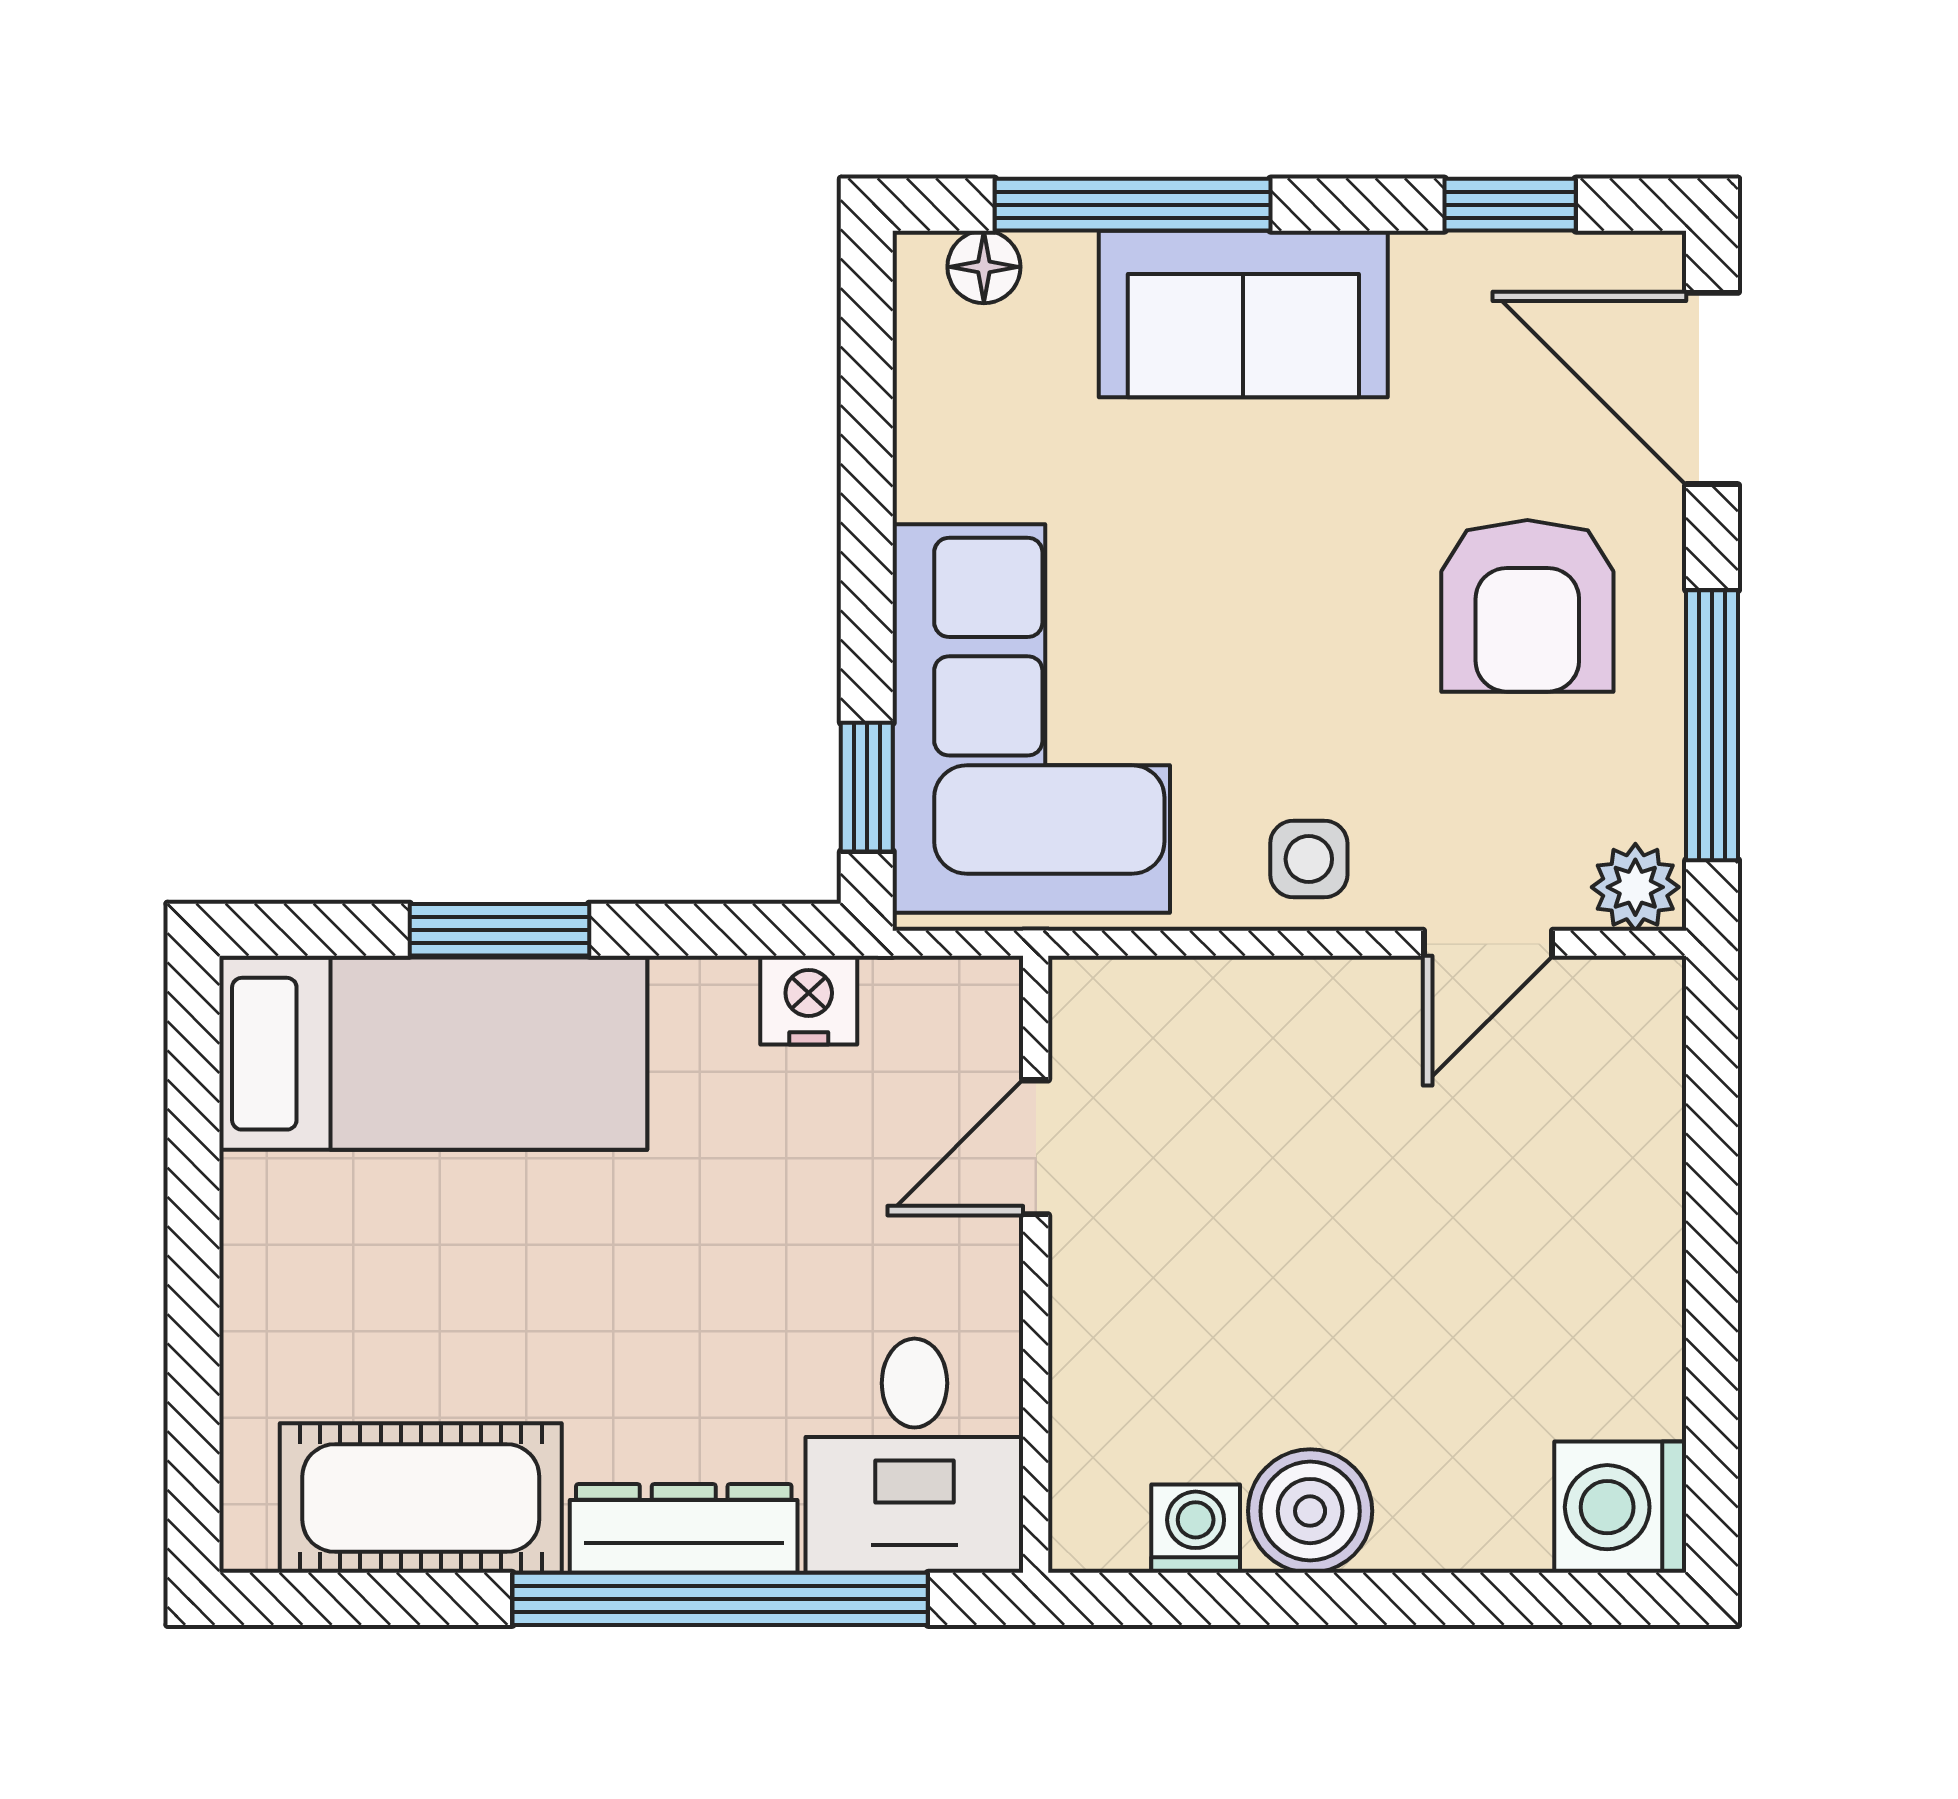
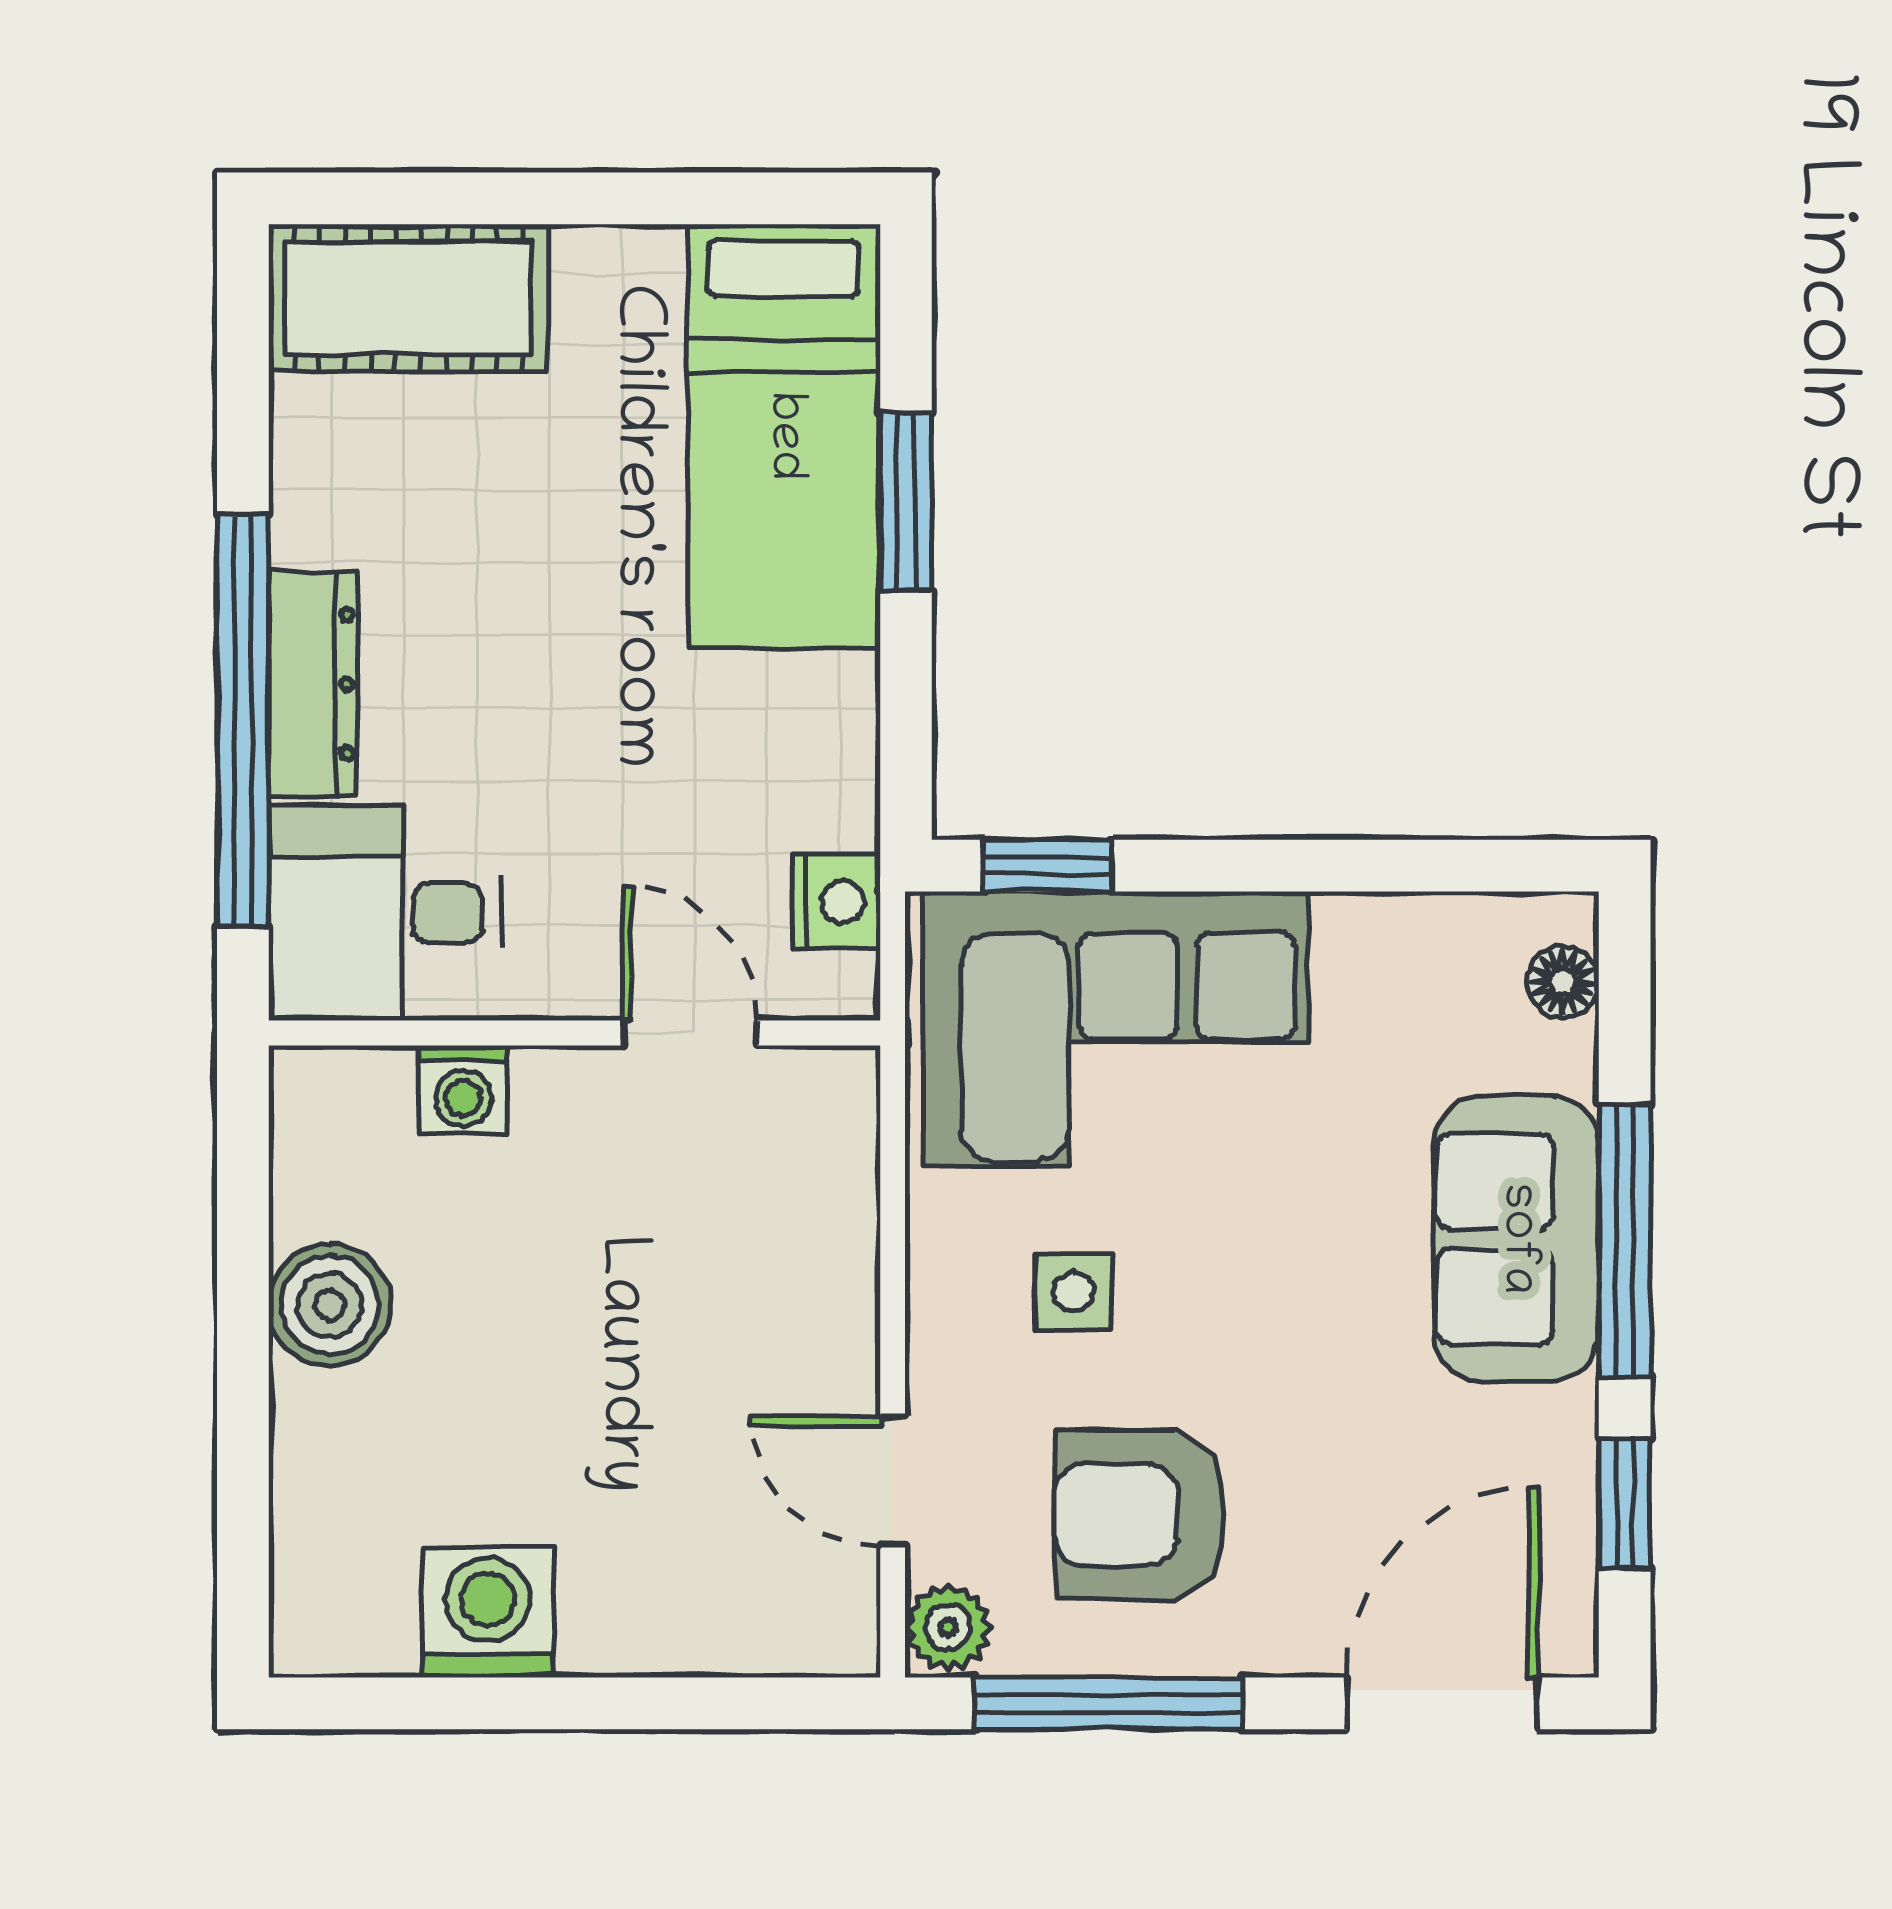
window: (1133, 205) -> (1625, 1241), moved
armchair: (1527, 606) -> (1140, 1515), moved
side table: (1309, 859) -> (1073, 1292), moved
nightstand: (809, 1000) -> (836, 901), moved
cot: (421, 1498) -> (408, 298), moved, turned 90
washing machine: (1620, 1507) -> (488, 1612), moved
washing machine: (1196, 1529) -> (463, 1089), moved, turned 90

